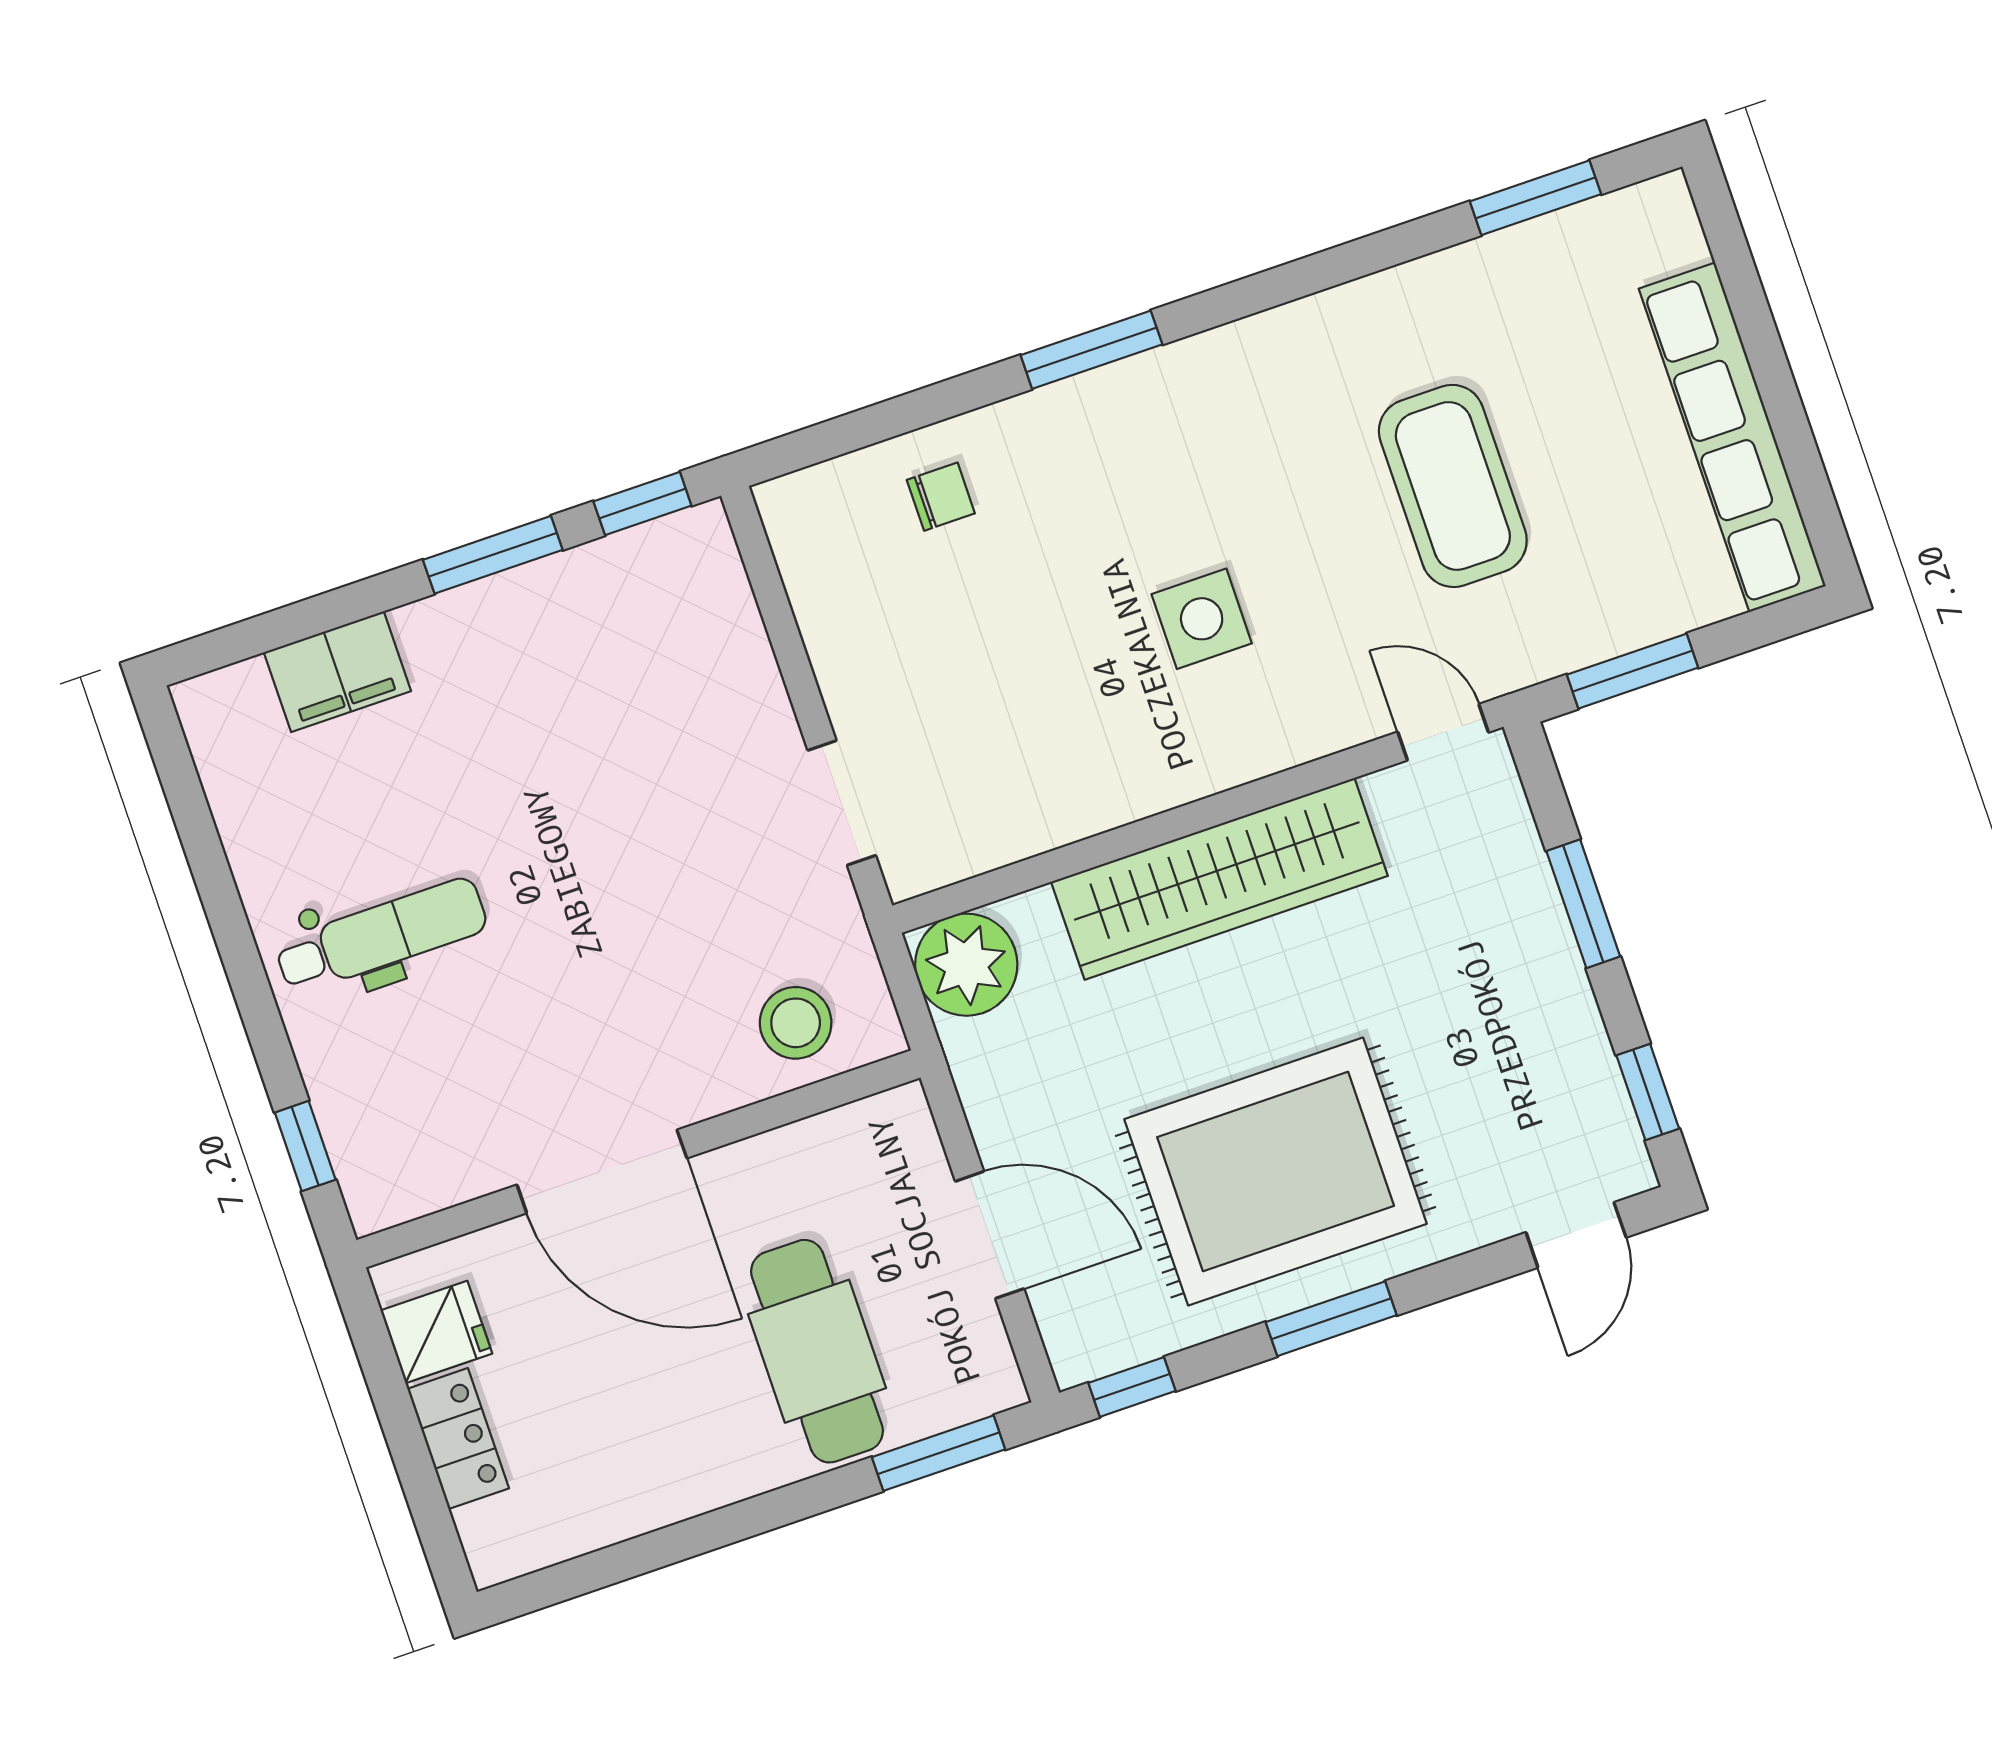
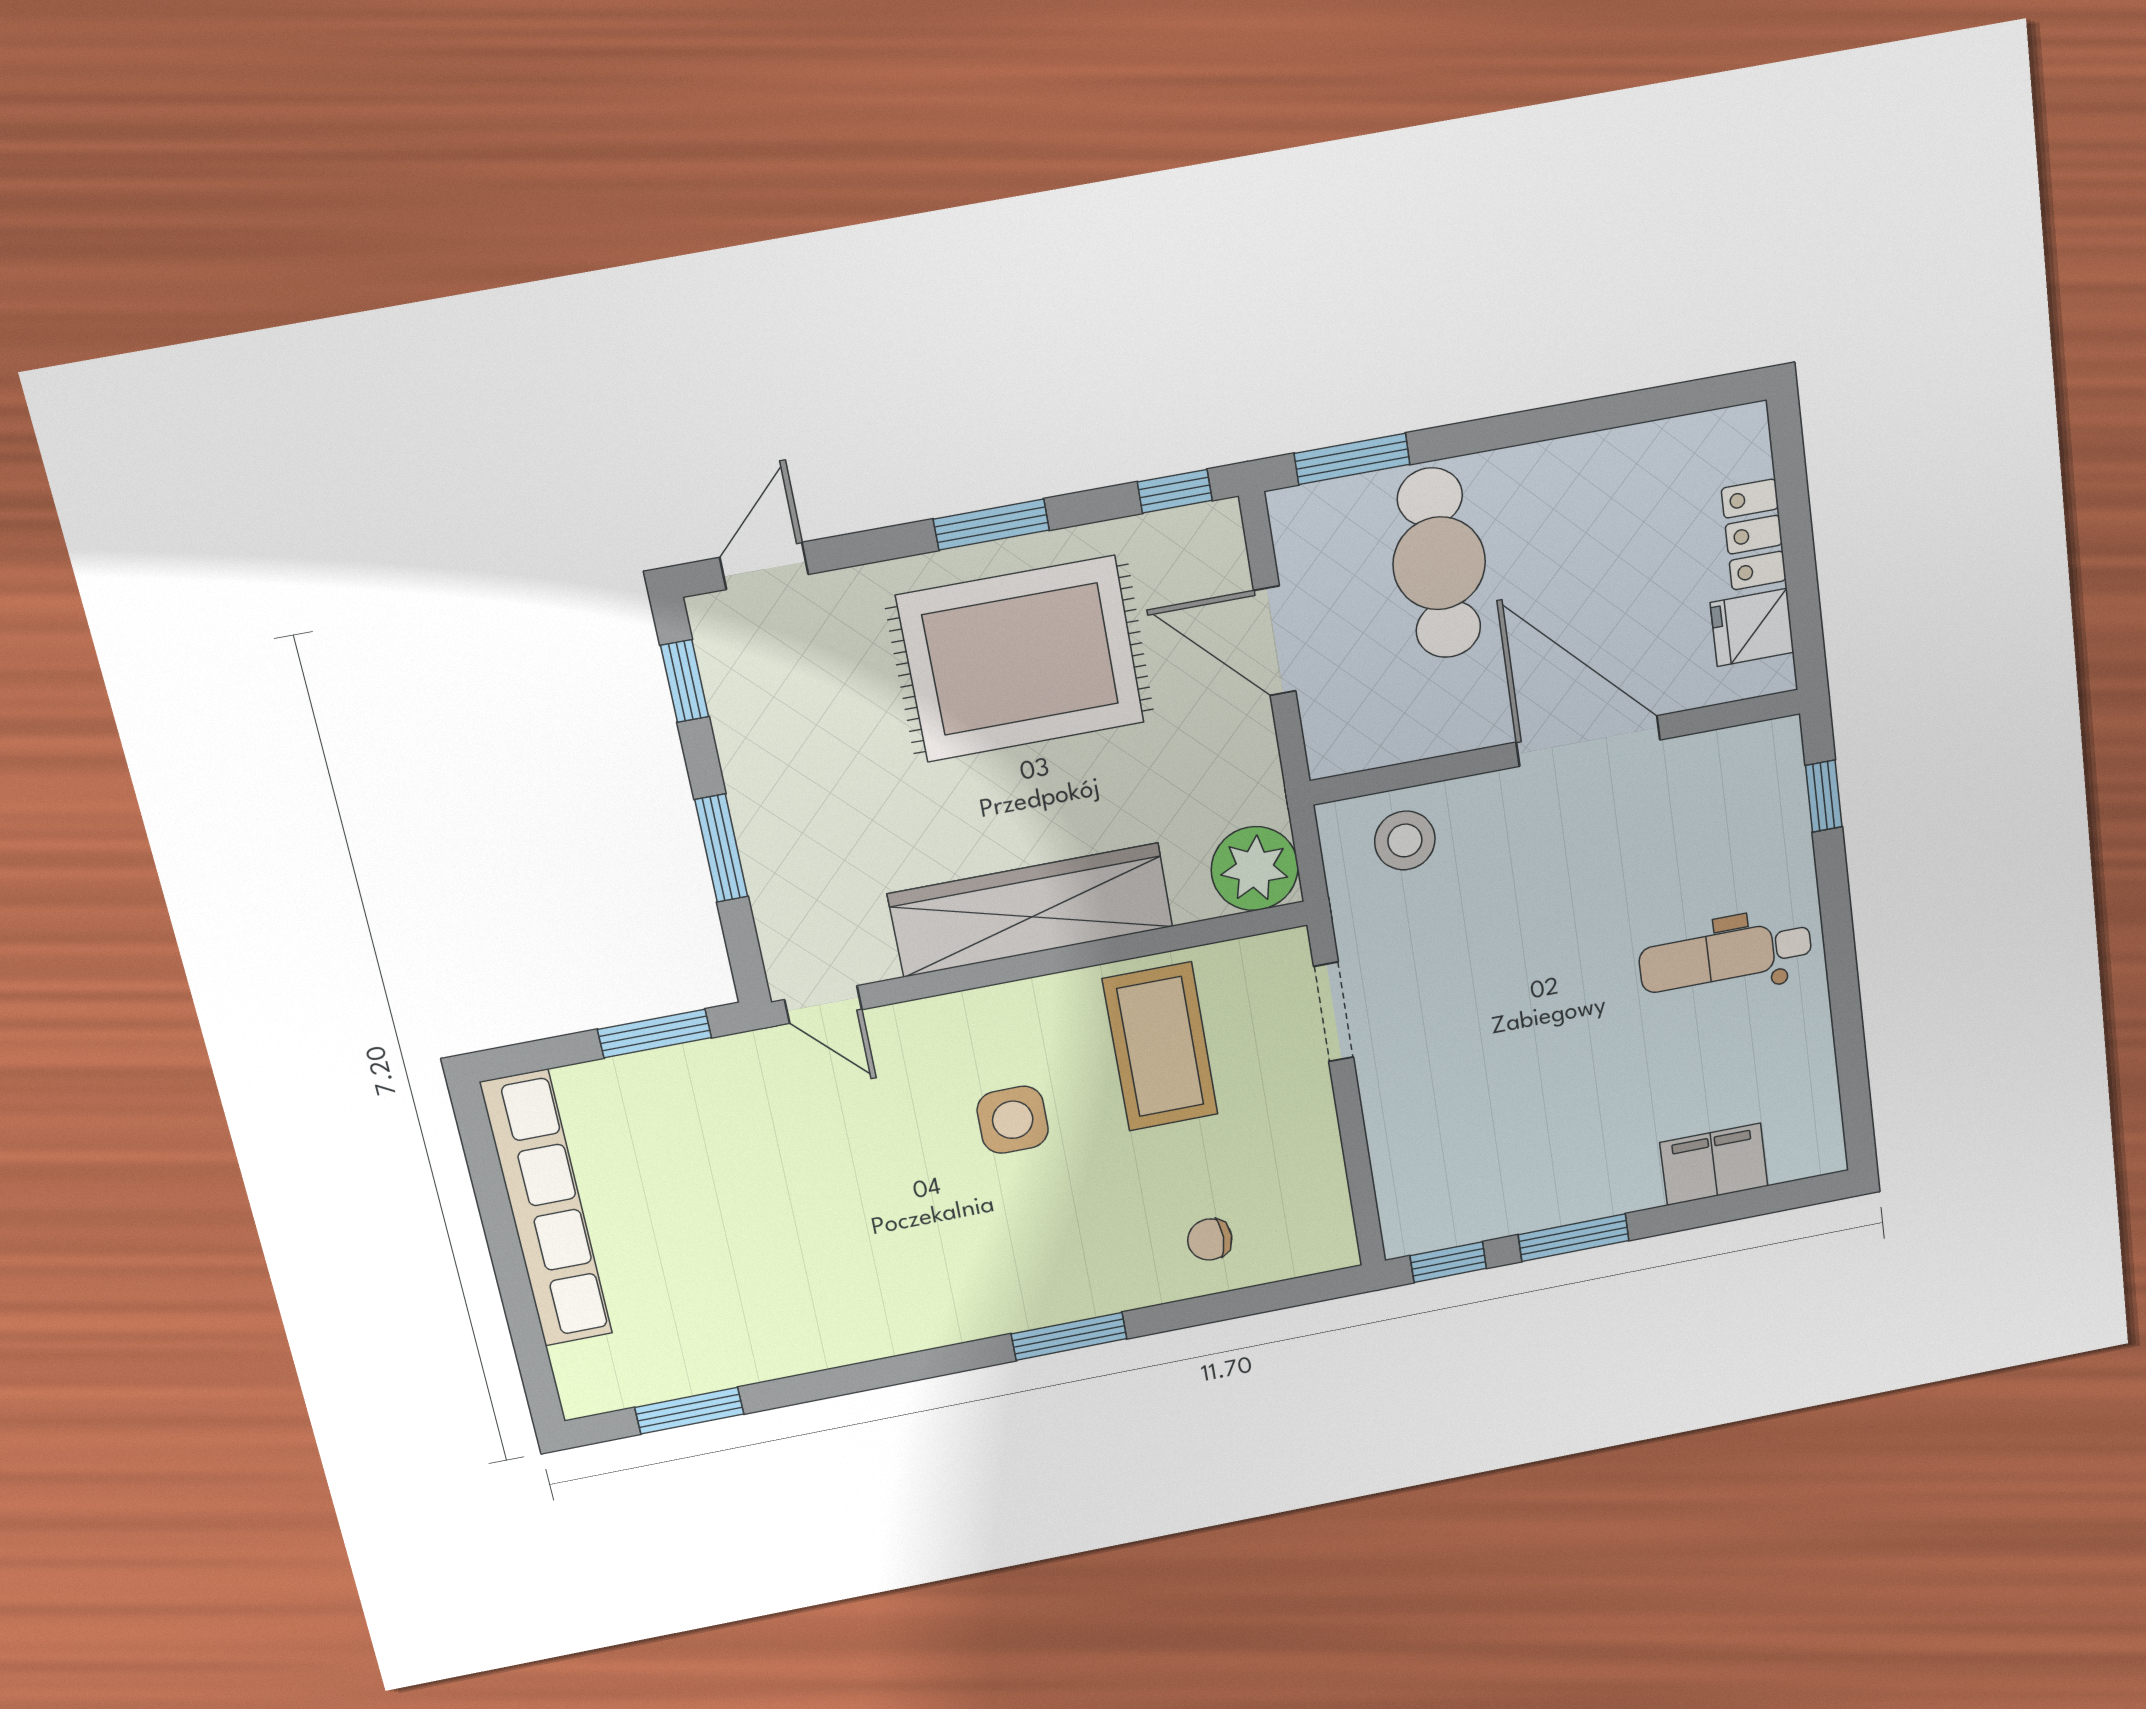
coffee table: (1453, 486) -> (1160, 1047), moved

